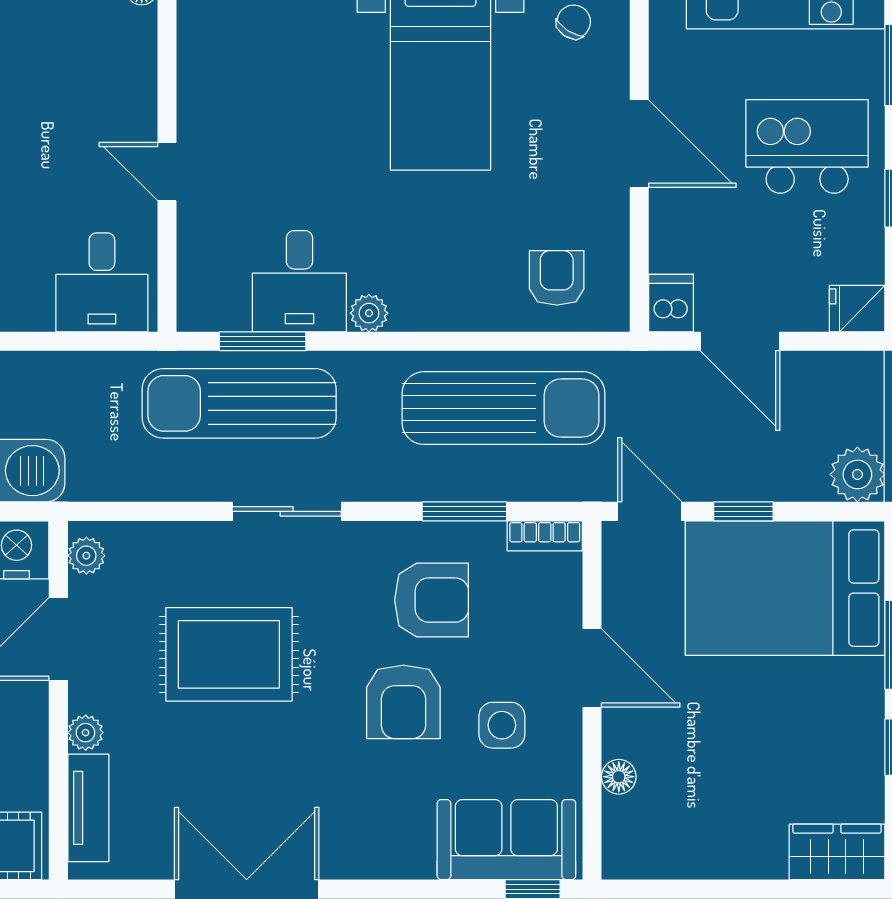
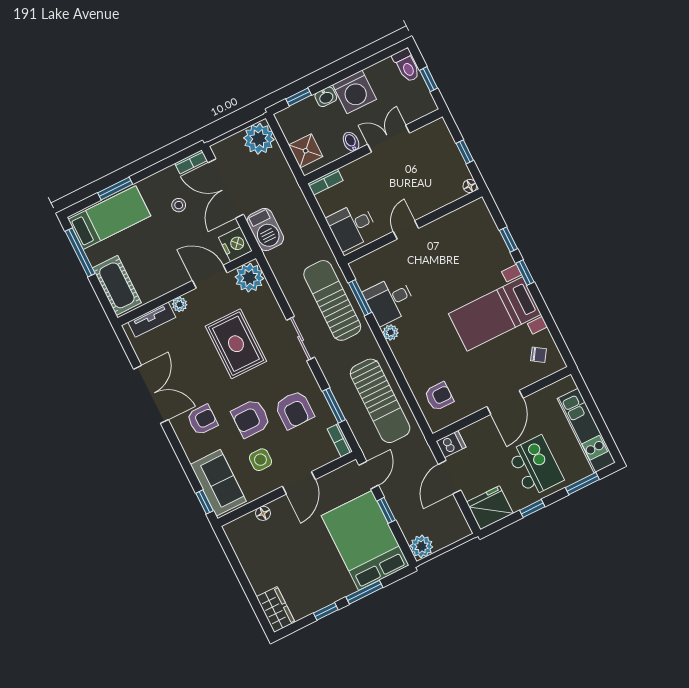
fridge: (857, 309) -> (490, 508), width x1.88, depth x1.34
plant: (86, 556) -> (249, 278), width x1.88, depth x1.88
armchair: (355, 807) -> (202, 420), added

